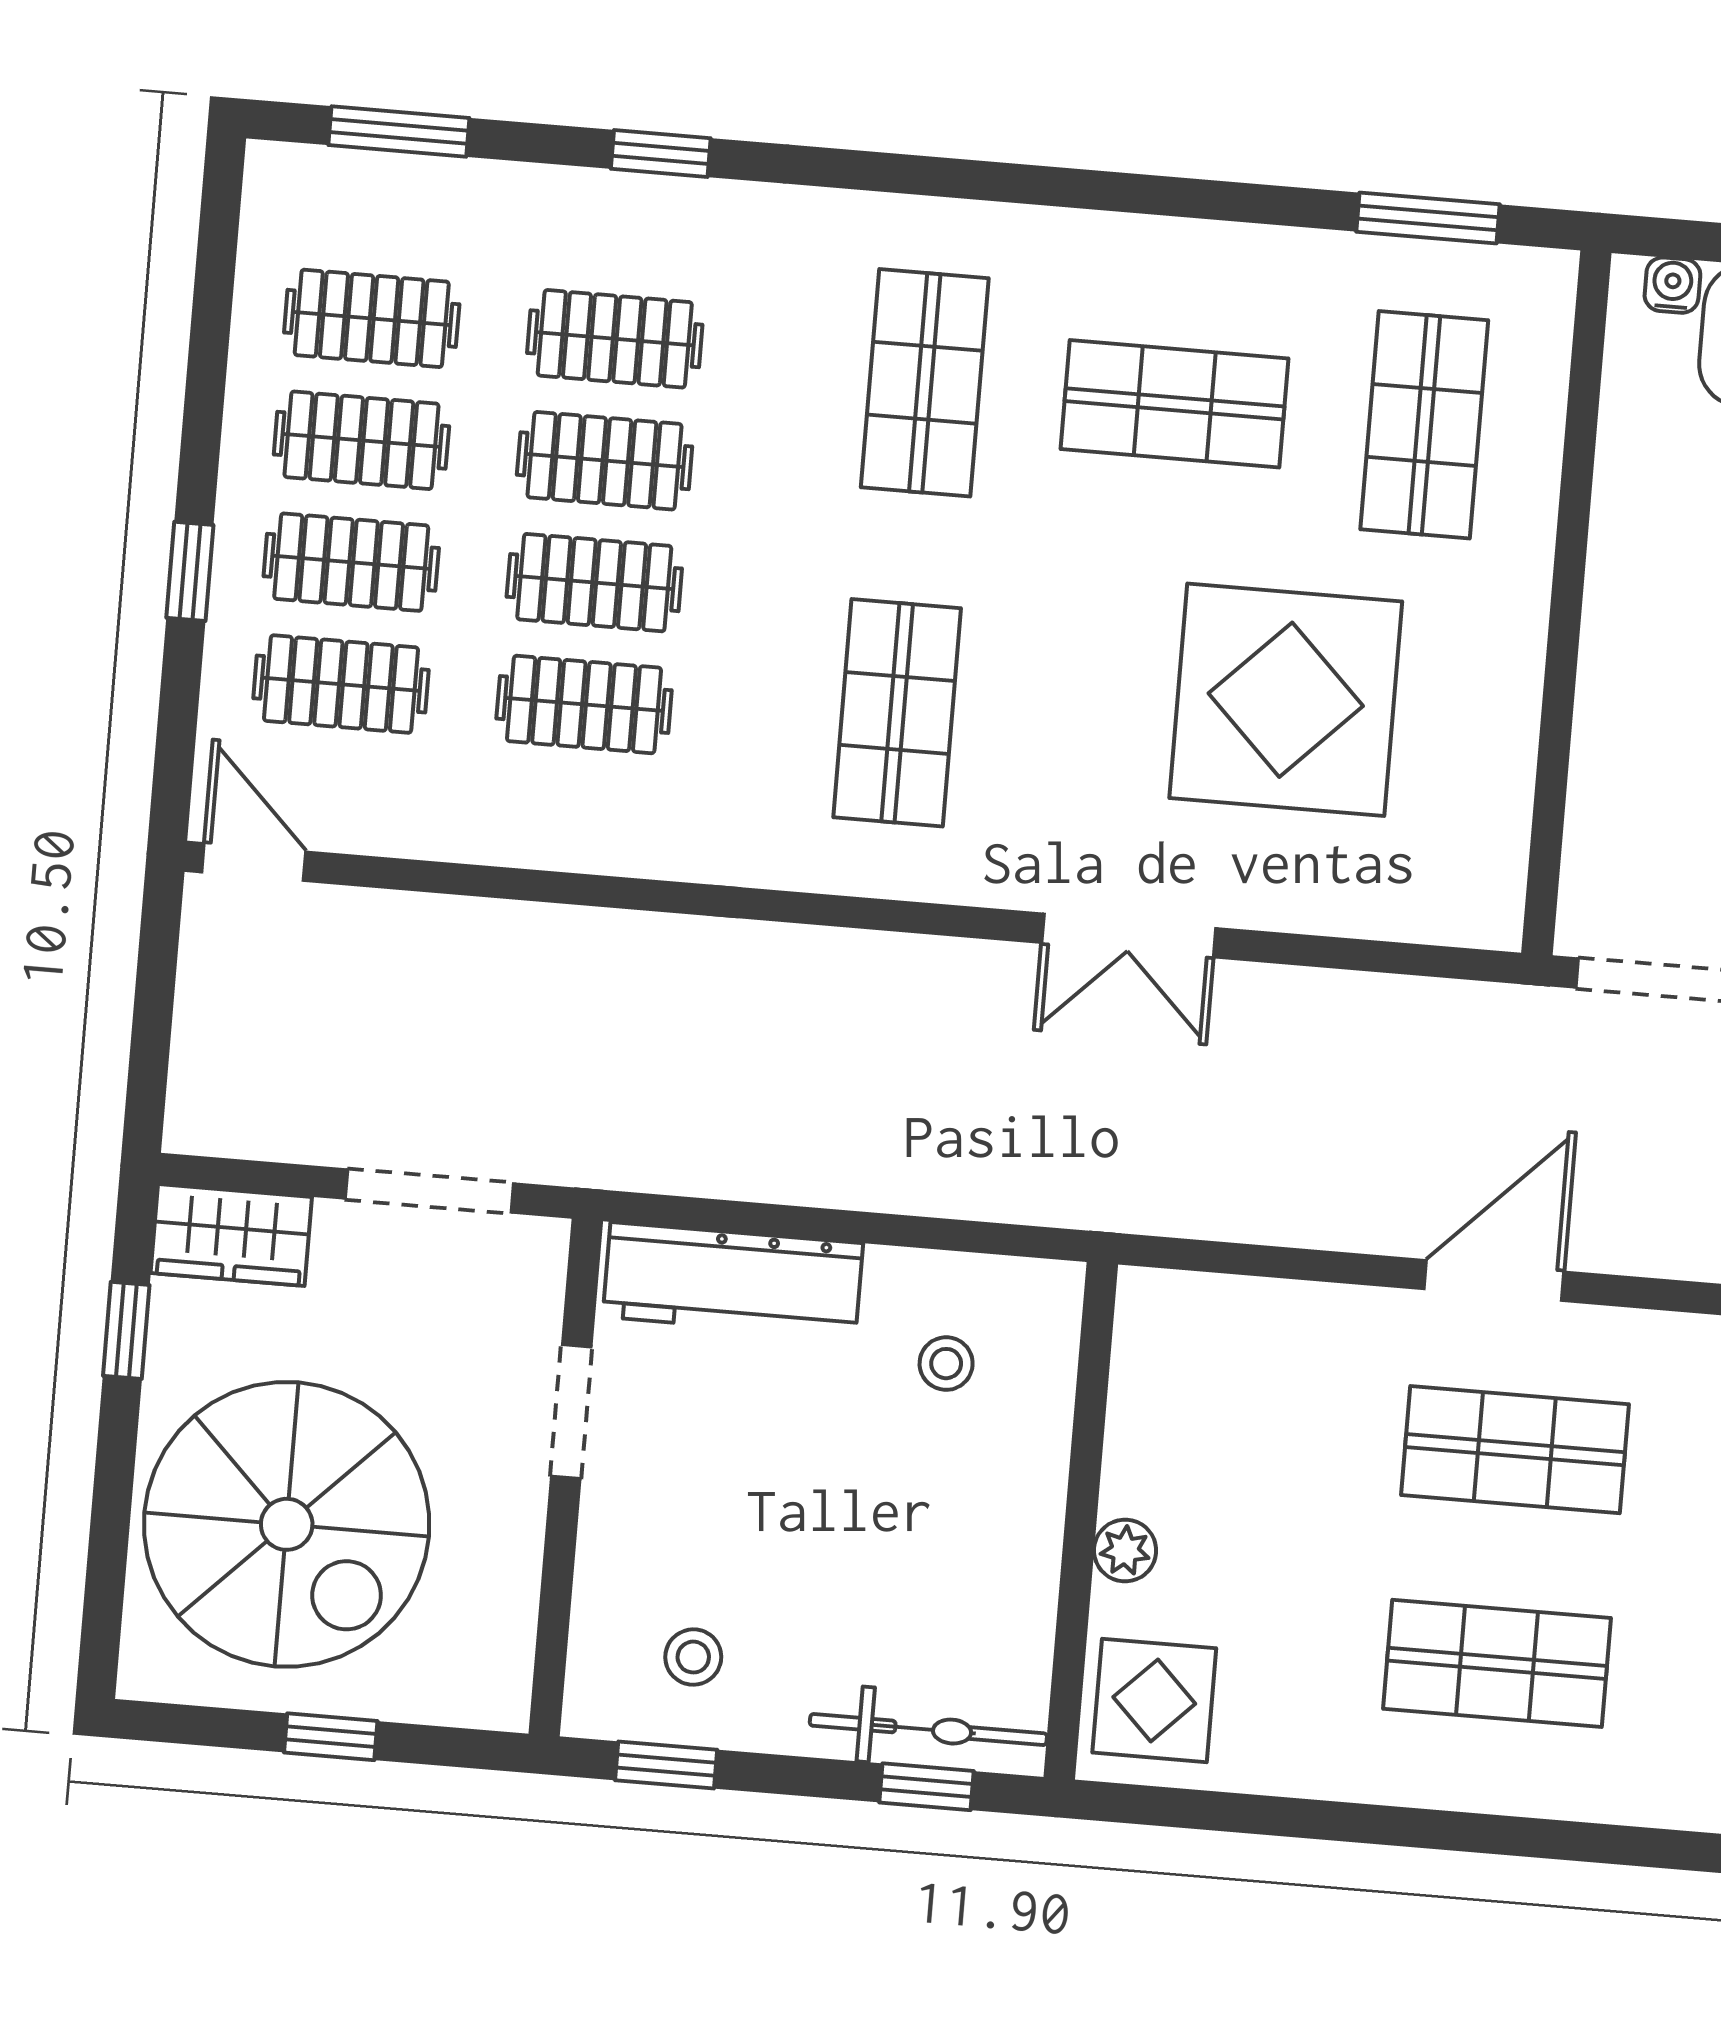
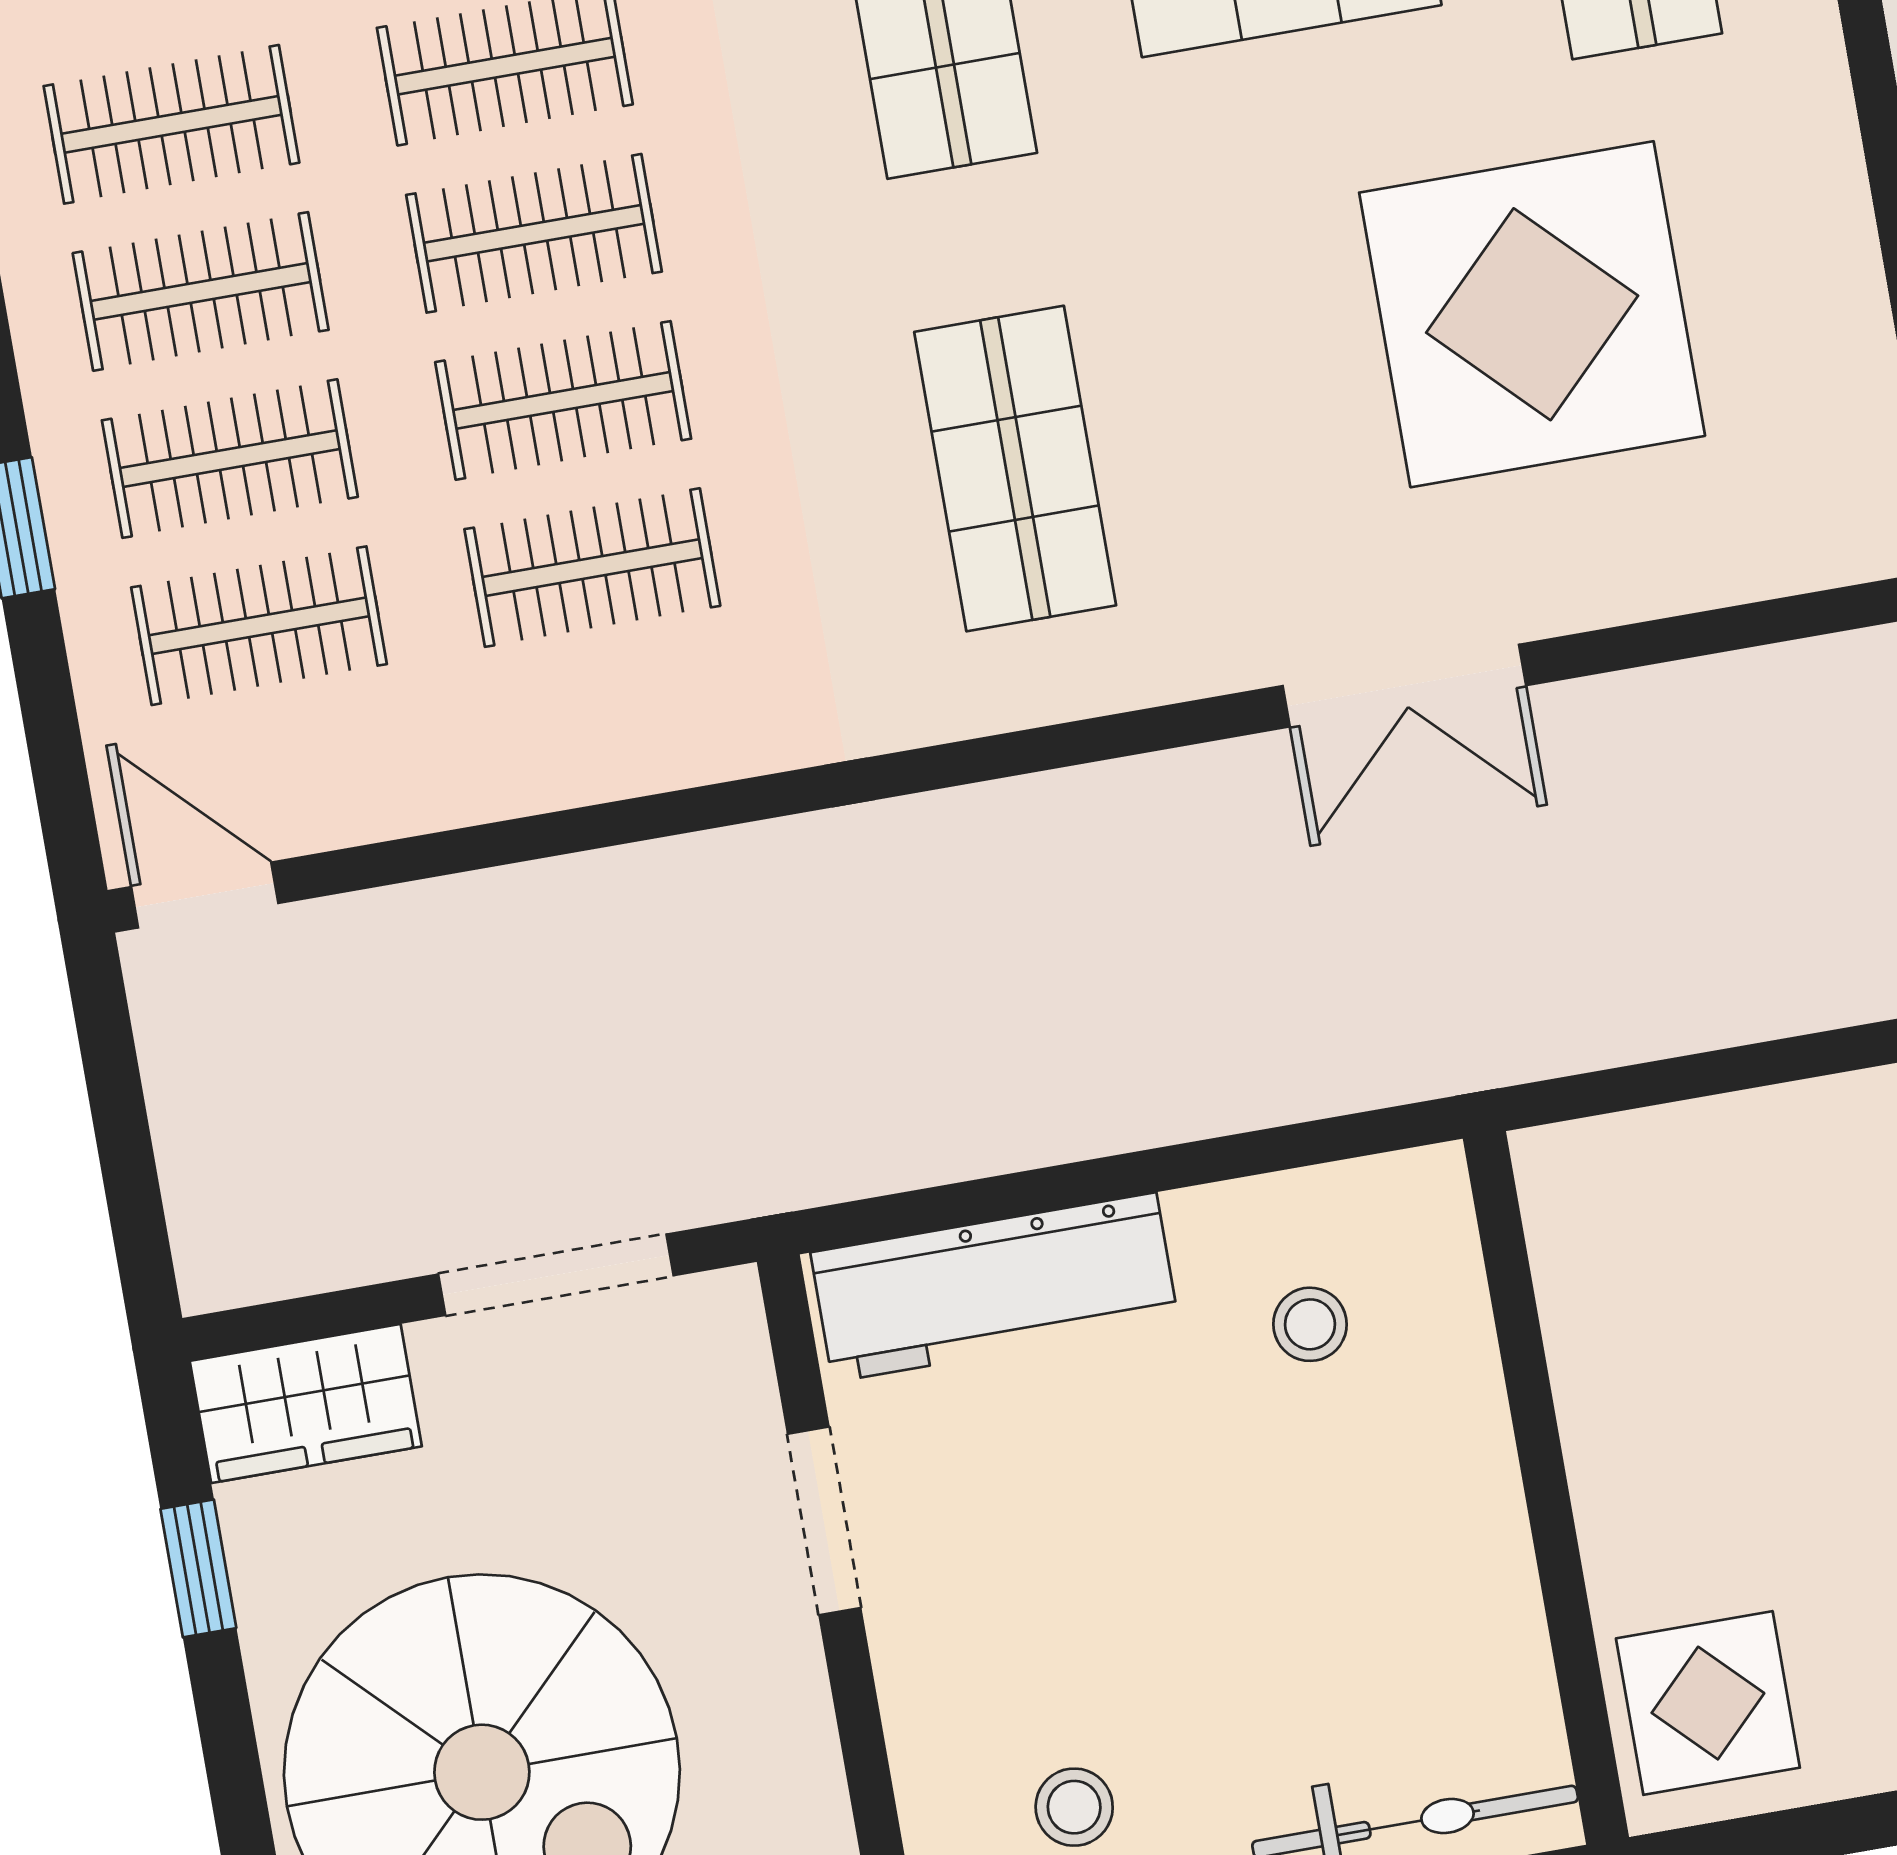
plant: (1125, 1551) -> (1616, 1512), removed

